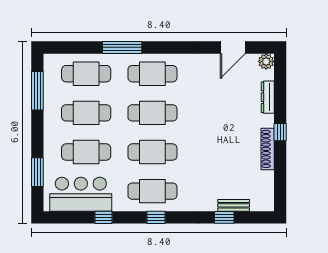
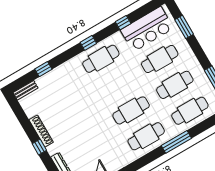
cafe table: (152, 152) -> (116, 85), removed
bench: (234, 205) -> (26, 90), moved

